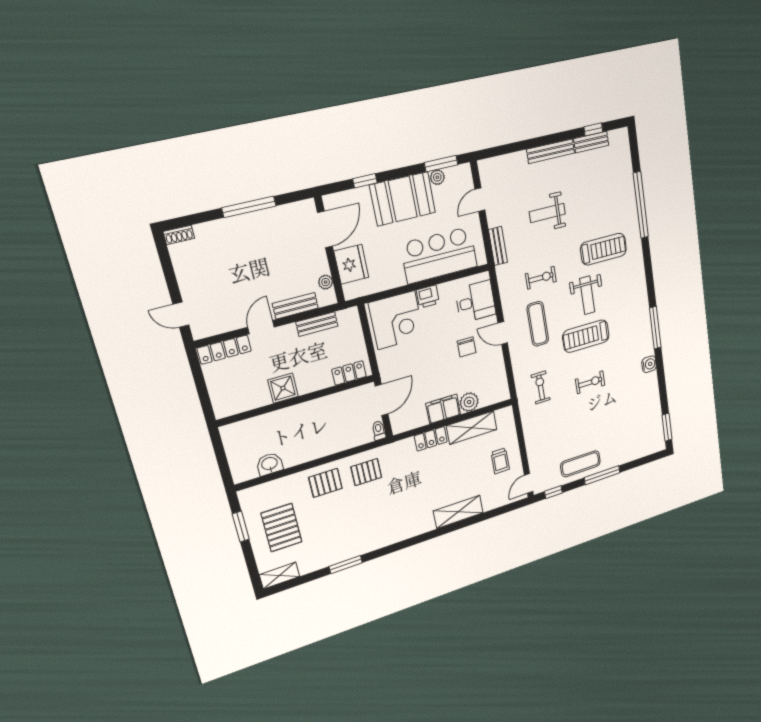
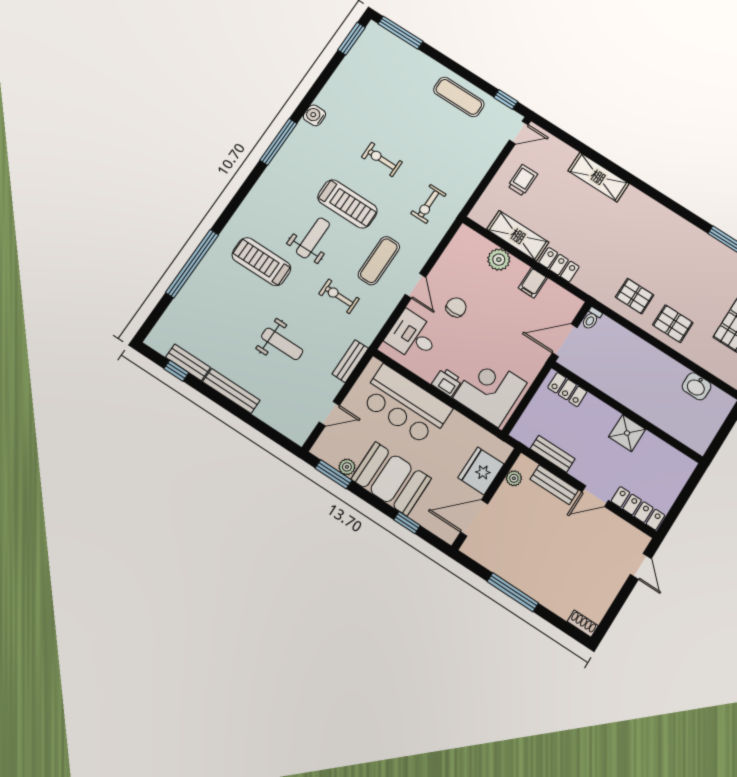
filing cabinet: (443, 409) -> (533, 283), width x0.50
window: (602, 475) -> (401, 33), moved

